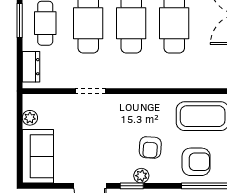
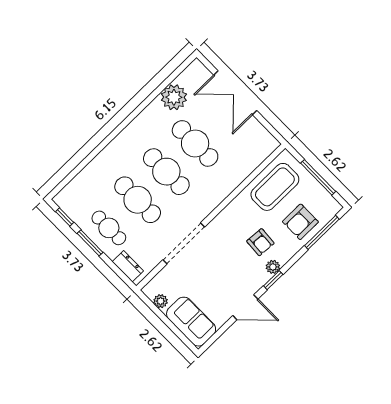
doorway: (91, 91) -> (184, 243), width x1.87
armchair: (196, 162) -> (300, 222), turned 180

